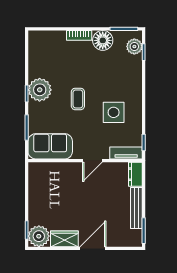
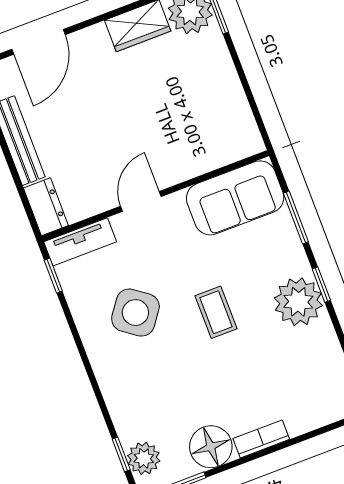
side table: (114, 112) -> (135, 313), turned 36
door: (93, 248) -> (38, 42), moved

